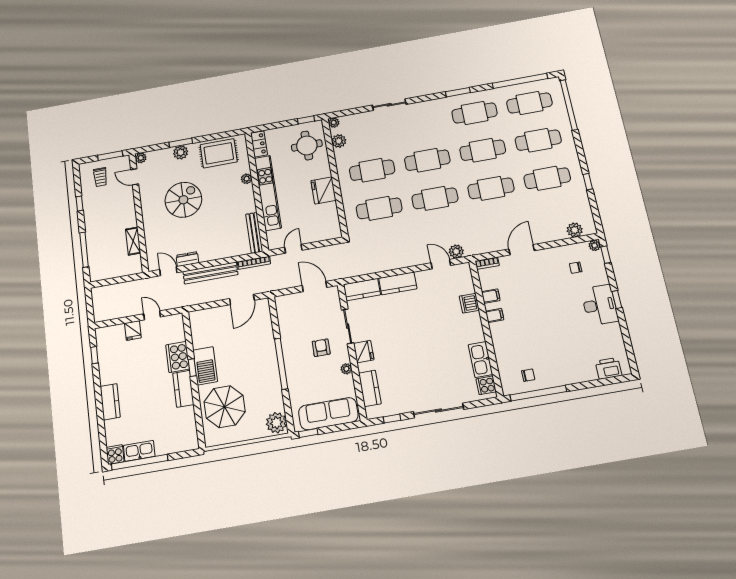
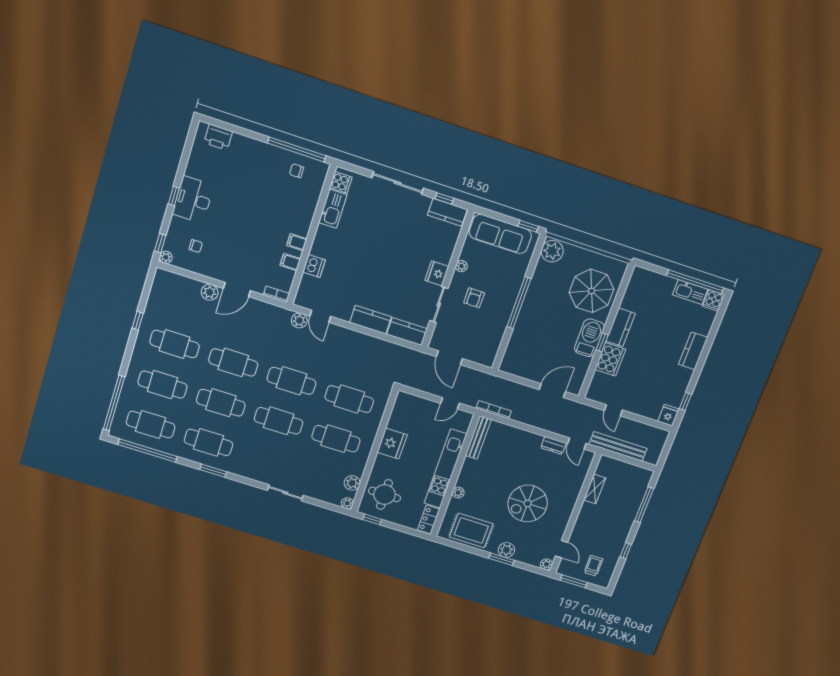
plant: (575, 230) -> (210, 292), moved
bench: (210, 273) -> (618, 446), moved
door: (242, 299) -> (552, 391), moved
fridge: (133, 330) -> (668, 415), moved
kitchen counter: (370, 388) -> (447, 212), moved, turned -90

